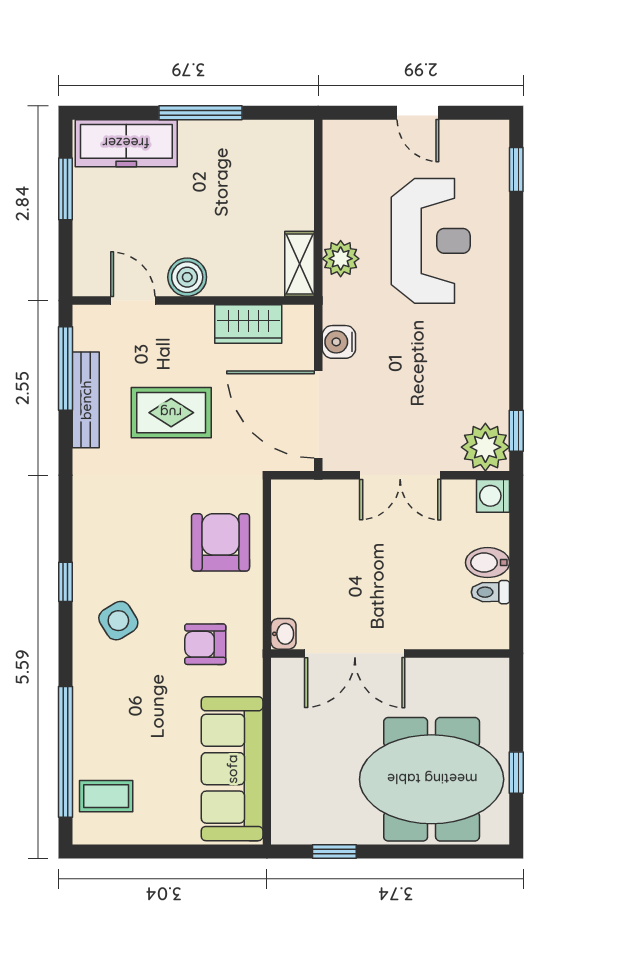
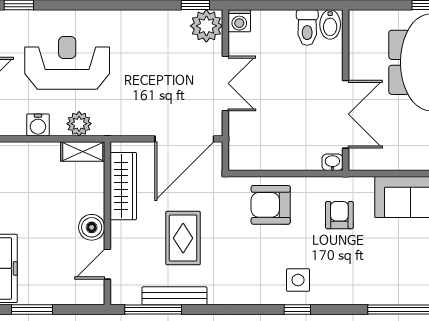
wardrobe: (248, 324) -> (123, 186), width x1.50
water cooler: (339, 342) -> (38, 125), moved
bidet: (488, 563) -> (330, 25), moved
toilet: (490, 592) -> (307, 28), width x1.37, depth x1.39
side table: (118, 621) -> (298, 280), moved, turned 32
armchair: (205, 644) -> (339, 215), turned 180

